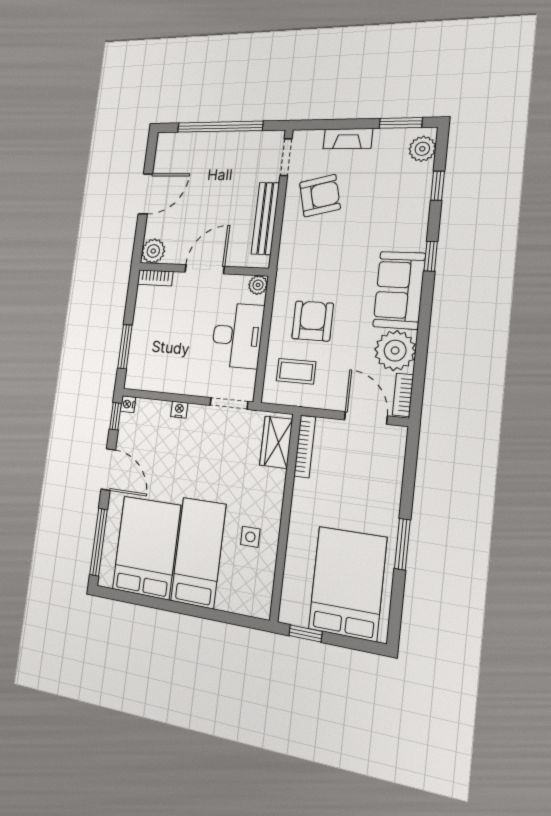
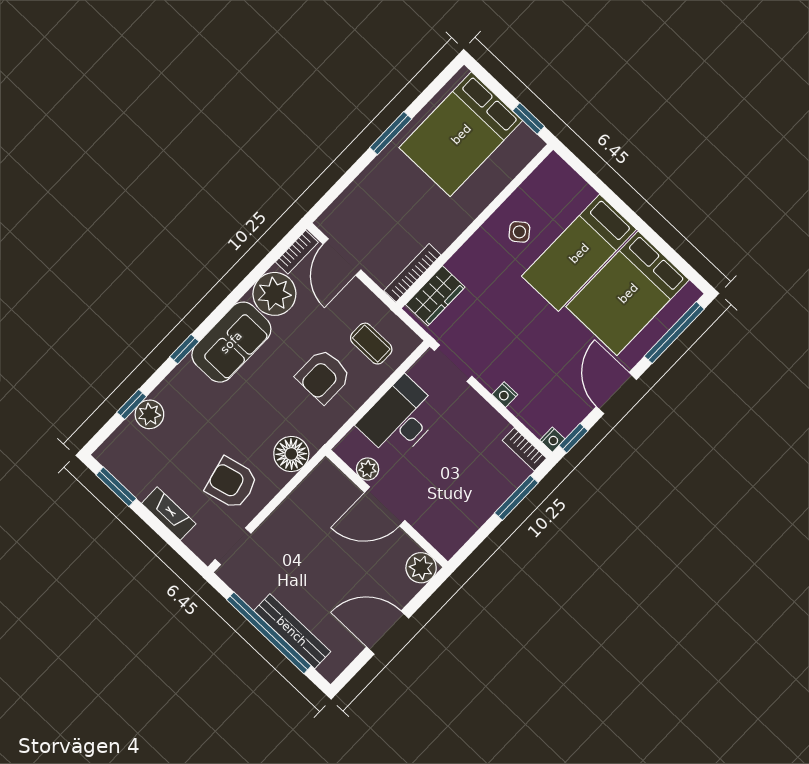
plant: (422, 149) -> (149, 414), moved
bench: (265, 218) -> (292, 631), moved, turned 90
floor lamp: (294, 250) -> (291, 454), added
bookcase: (155, 278) -> (524, 449), moved, turned 180
plant: (258, 285) -> (368, 469), moved
side table: (250, 537) -> (519, 232), turned -38

